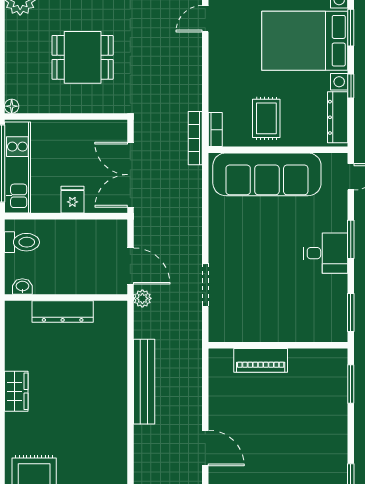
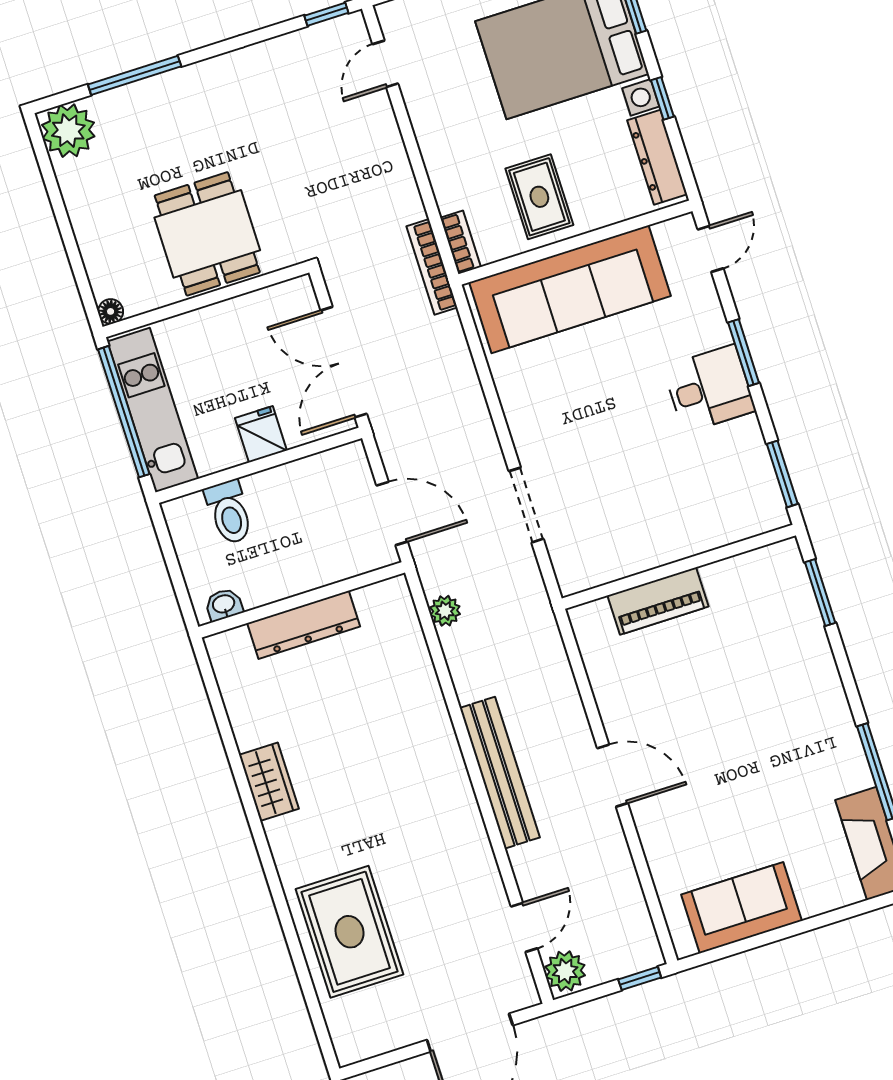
dining table: (83, 57) -> (207, 234), moved, turned 90
toilet: (22, 242) -> (229, 512), moved, turned 90
plant: (142, 298) -> (445, 611), moved
bench: (144, 382) -> (500, 773), moved

